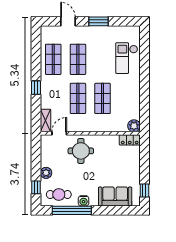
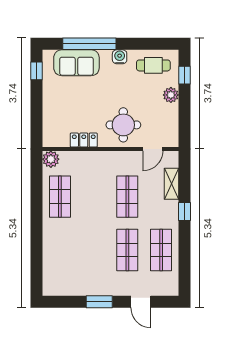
checkout: (127, 58) -> (61, 252), removed
shop shelf: (103, 98) -> (60, 197), moved
shelving: (46, 121) -> (172, 184), moved
locker: (130, 140) -> (84, 140), moved
window: (72, 210) -> (89, 44), moved

